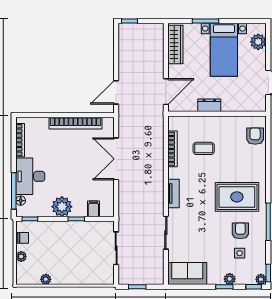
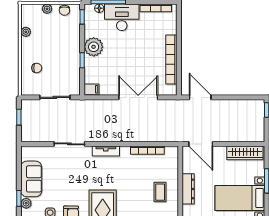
dresser: (209, 105) -> (188, 189), width x1.44
coffee table: (204, 148) -> (160, 192), moved
filing cabinet: (93, 209) -> (91, 89), moved
chair: (85, 268) -> (37, 68), added
sofa: (187, 273) -> (31, 179), moved

